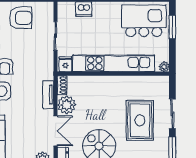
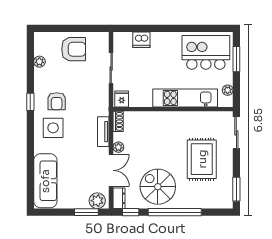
kitchen unit: (114, 63) -> (185, 98), width x0.73
plant: (164, 67) -> (228, 90), moved
plant: (67, 105) -> (118, 147), width x0.53, depth x0.53
sliding door: (172, 114) -> (236, 133), moved

